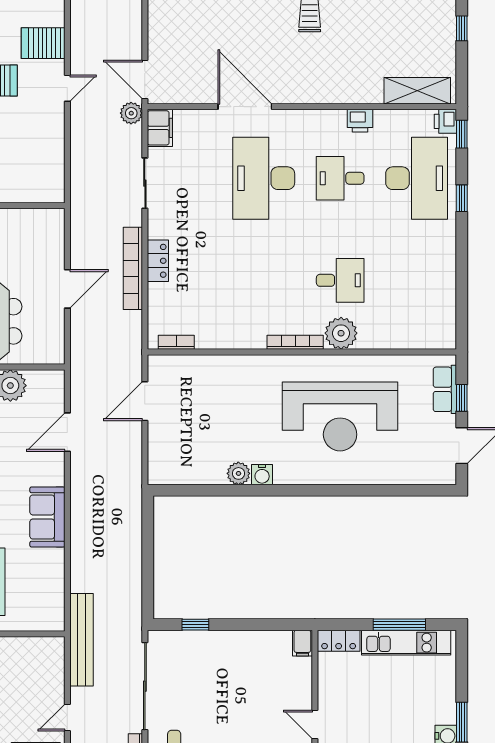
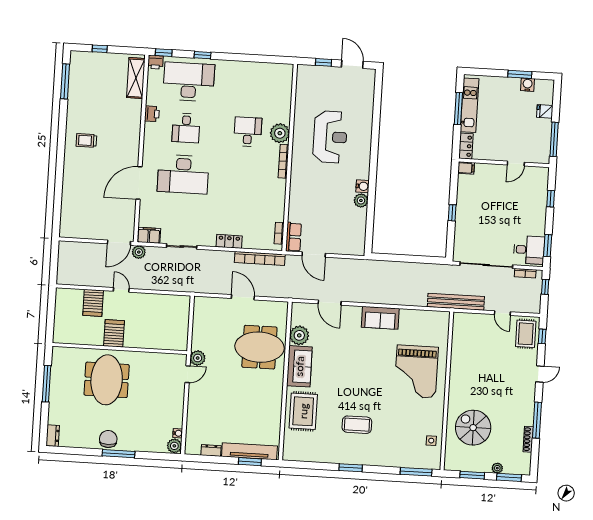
bookcase: (133, 268) -> (260, 258), moved
row of seats: (445, 389) -> (293, 237), moved, turned -90
reception desk: (340, 416) -> (330, 137), width x0.74, depth x0.77
window: (195, 625) -> (452, 213), moved

